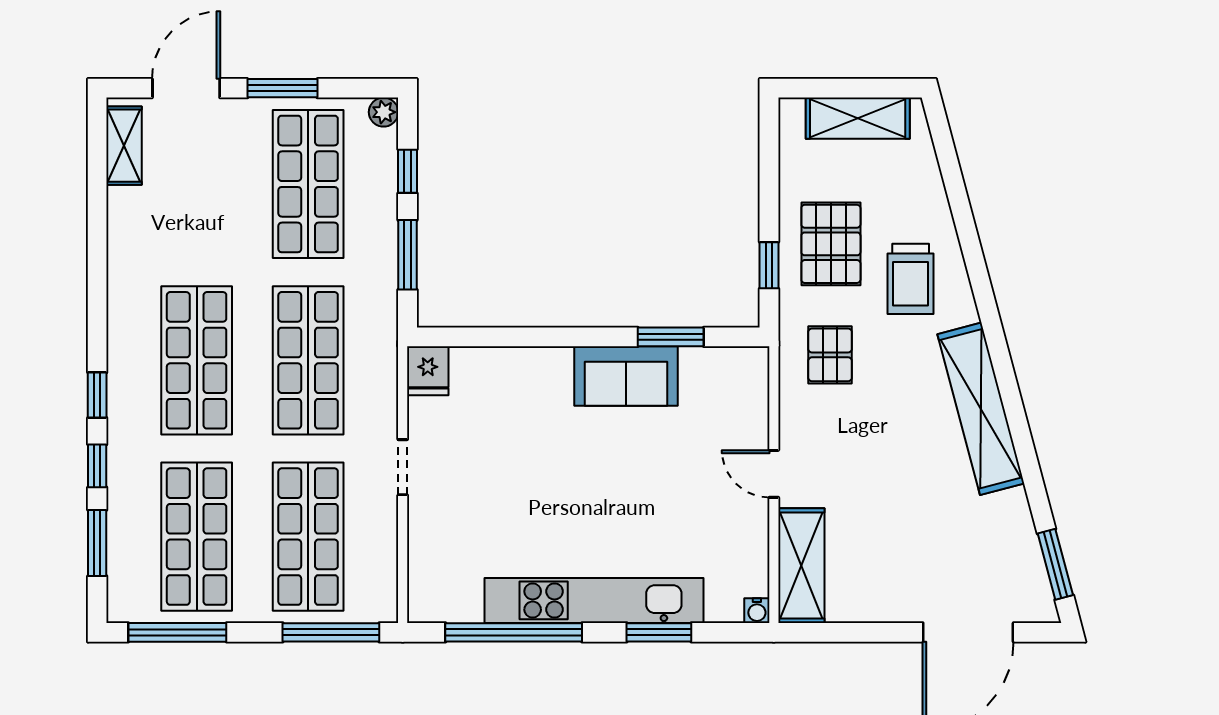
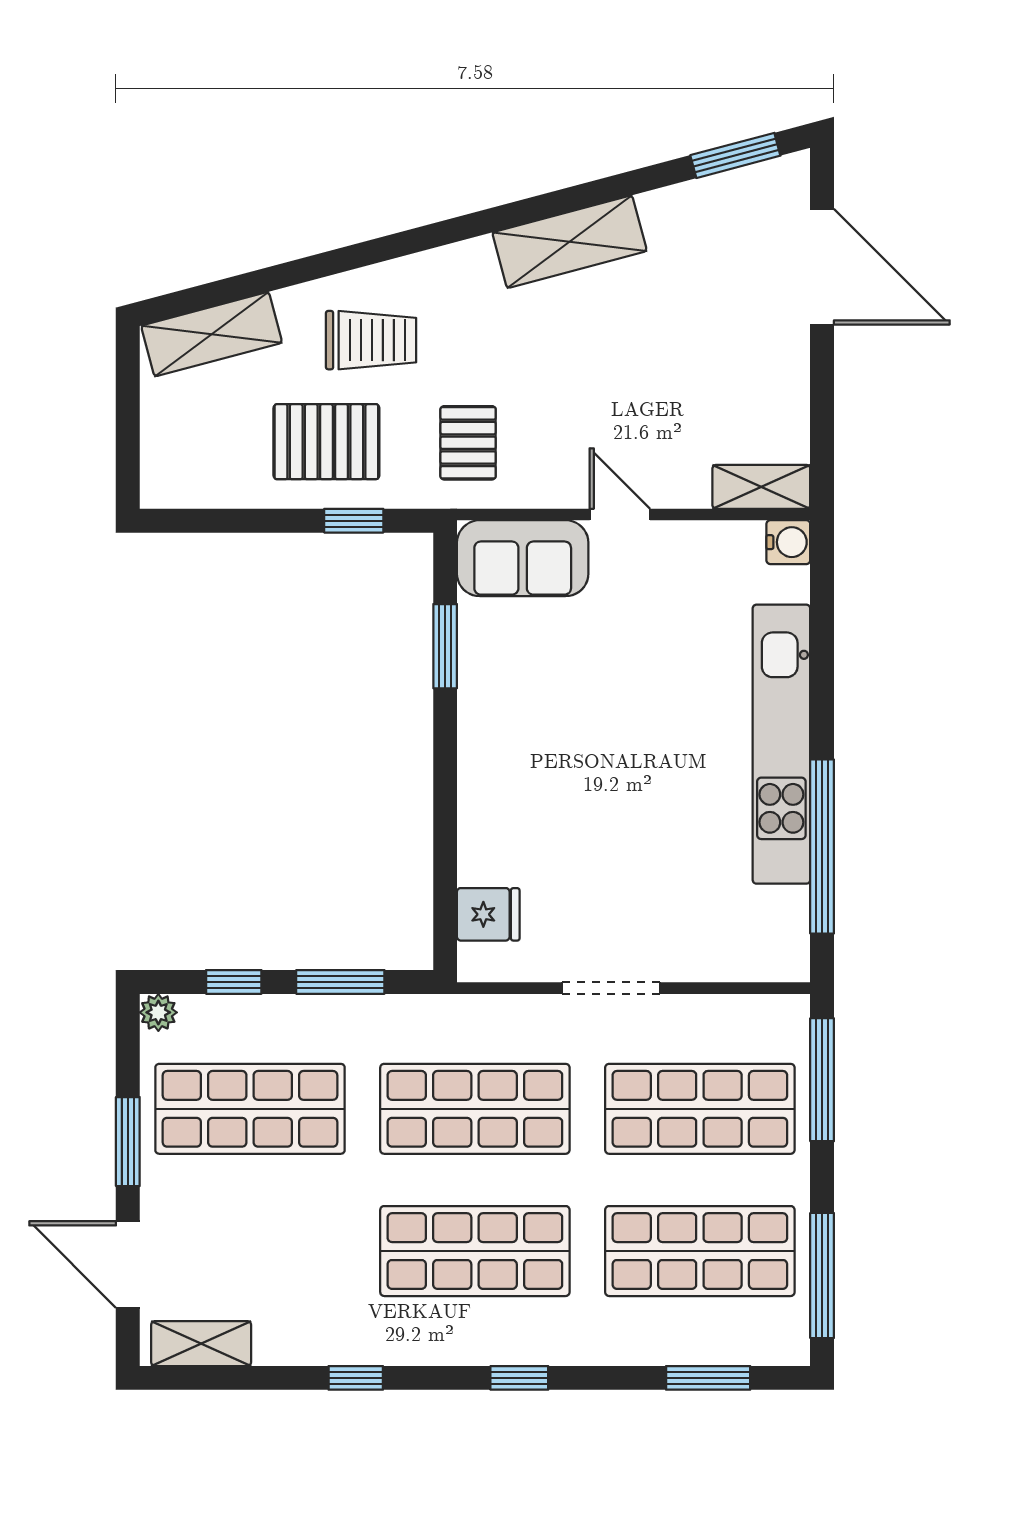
shelving: (858, 118) -> (212, 334), moved, turned 75
pallet: (830, 355) -> (468, 443), turned 90
fridge: (428, 371) -> (488, 914), moved
sofa: (626, 376) -> (523, 558), moved, turned 90
shelving: (981, 409) -> (570, 242), width x0.68
window: (97, 466) -> (356, 1378), moved
doorway: (403, 467) -> (611, 988), width x1.38
door: (774, 474) -> (620, 515), swing flipped
shelving: (801, 566) -> (761, 487), width x0.67, depth x0.75
water cooler: (757, 611) -> (788, 542), width x1.38, depth x1.38
window: (659, 632) -> (822, 661), removed

